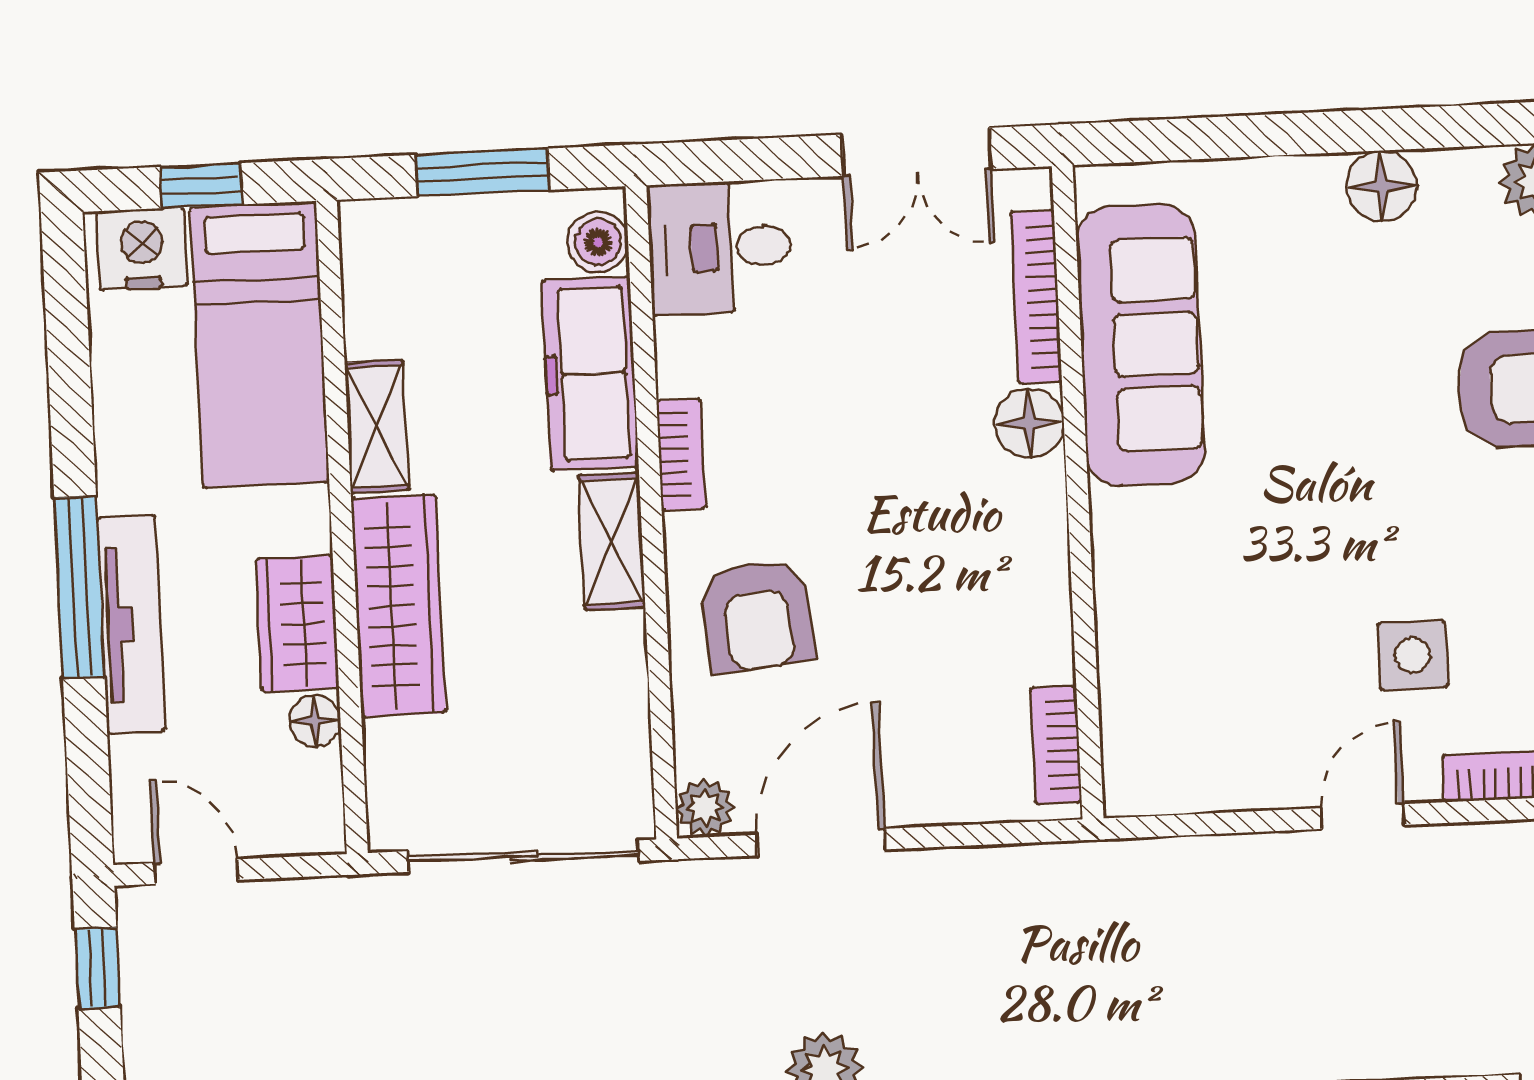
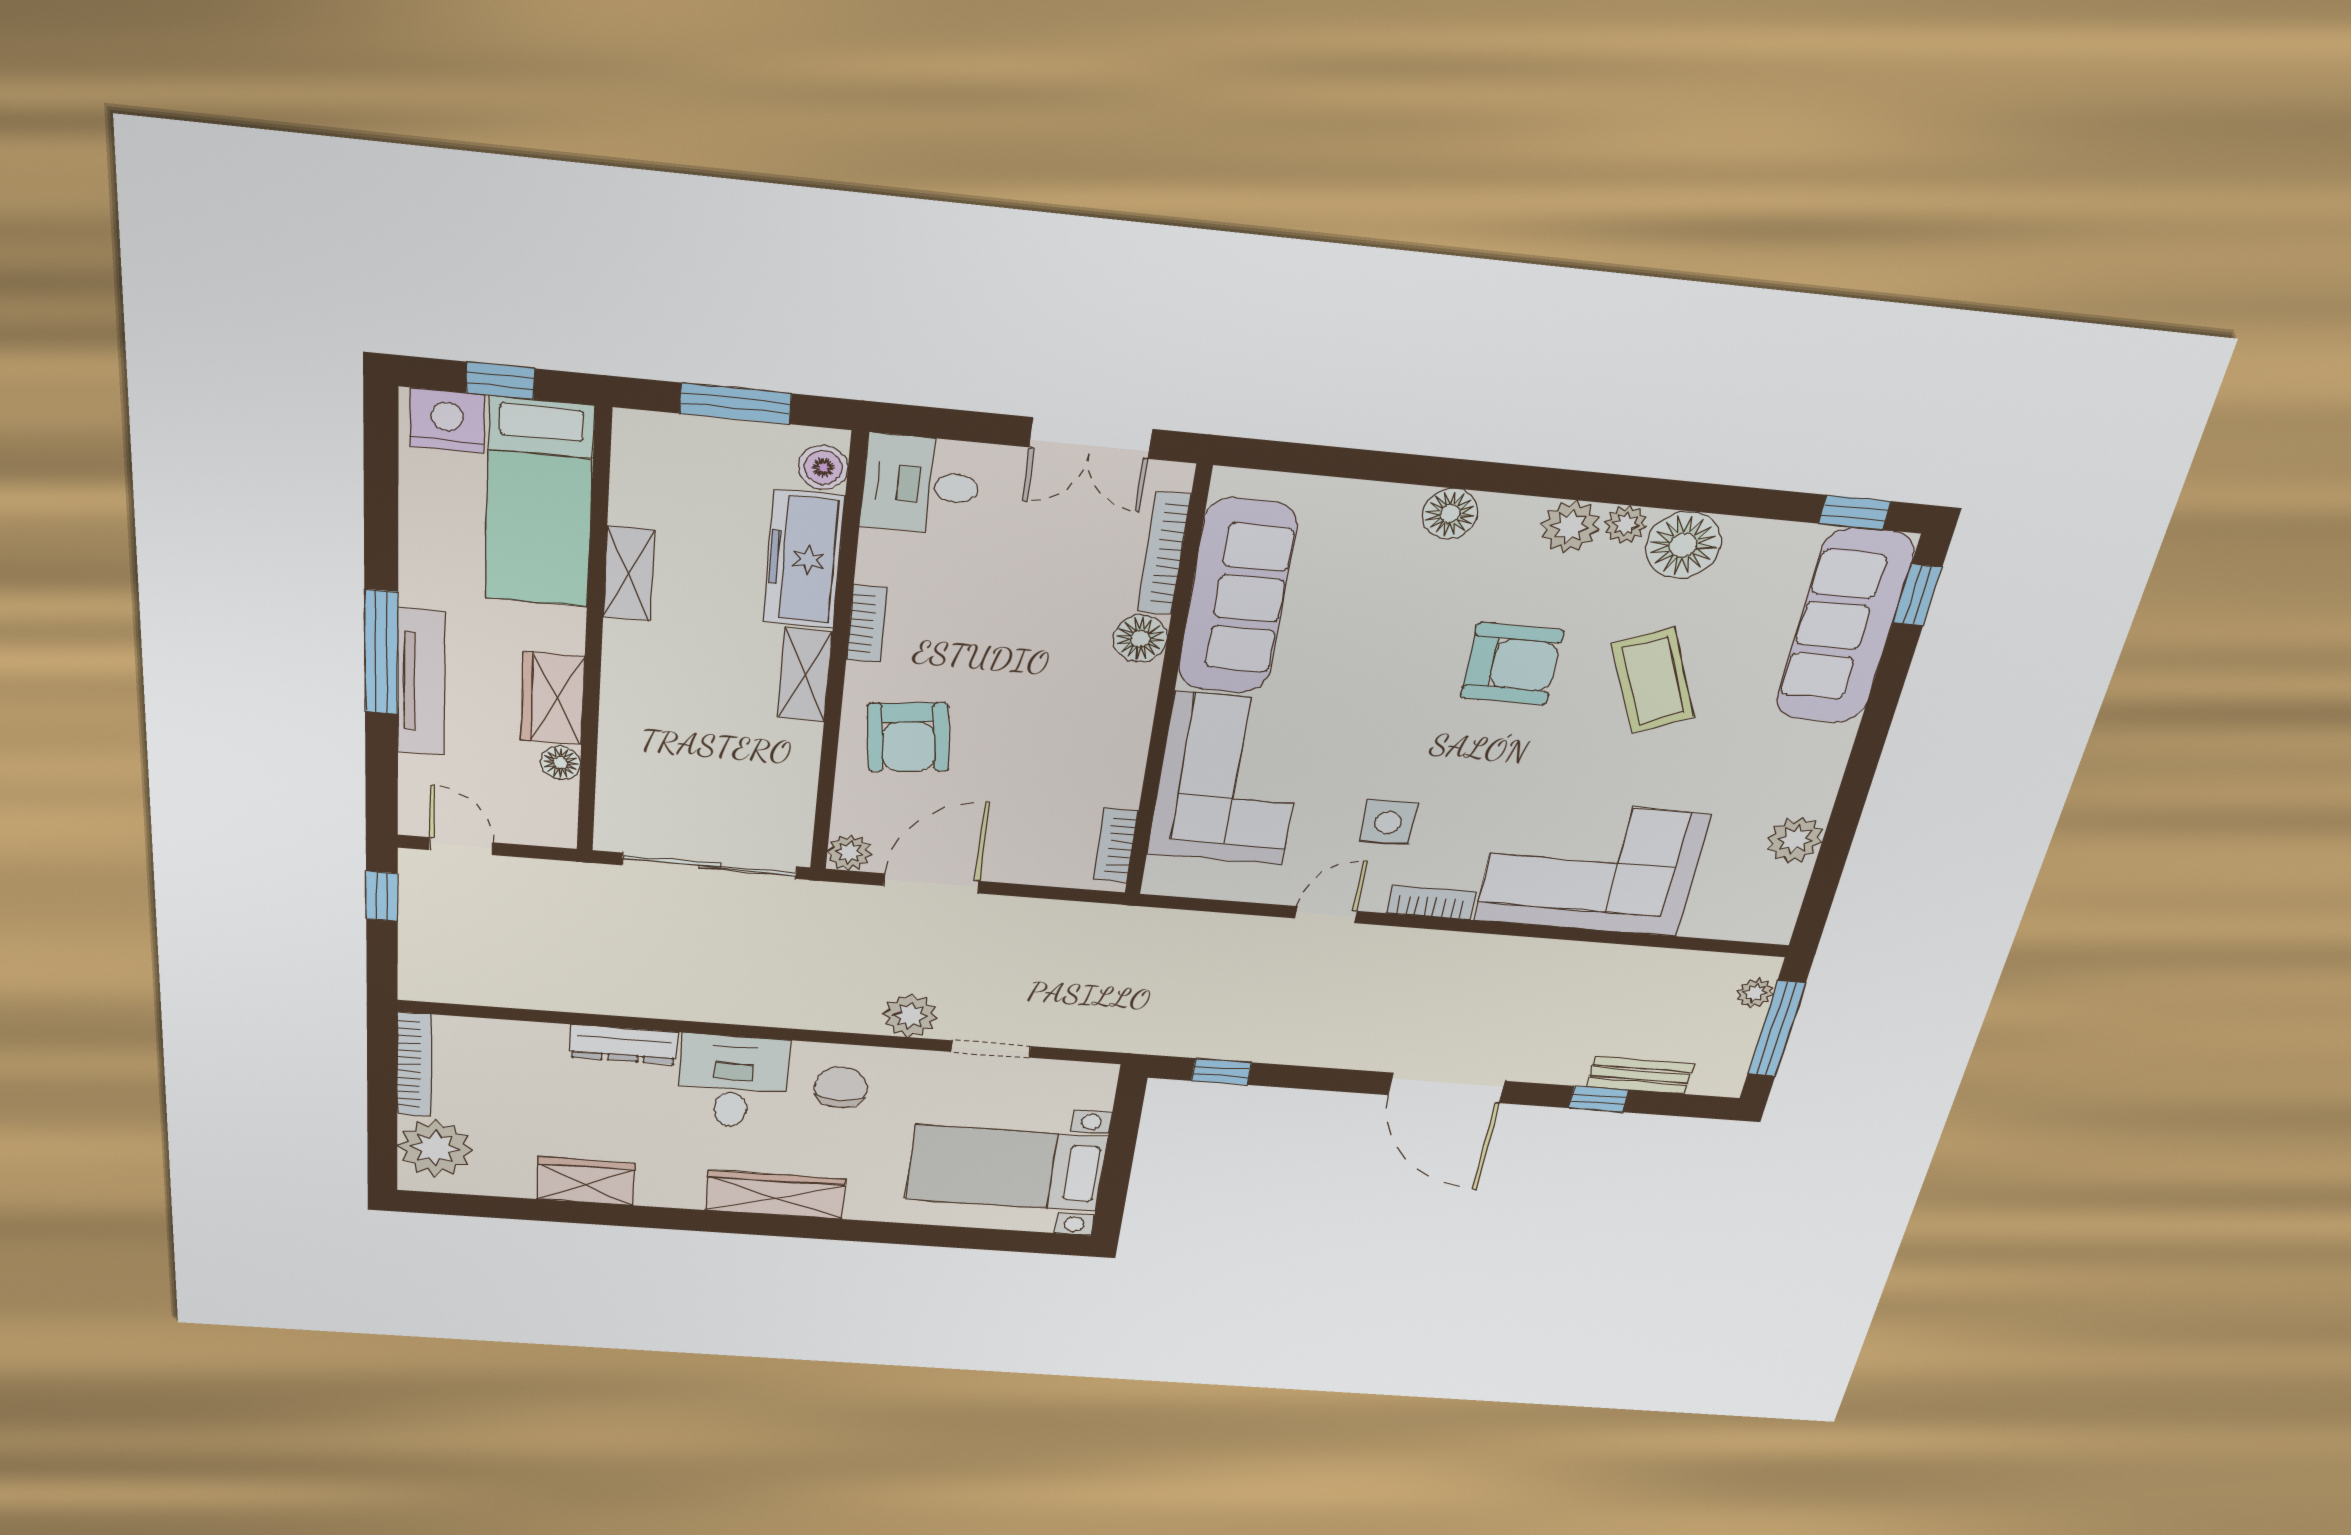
wardrobe: (398, 606) -> (633, 696), removed
corner sofa: (1186, 618) -> (1229, 779), added

